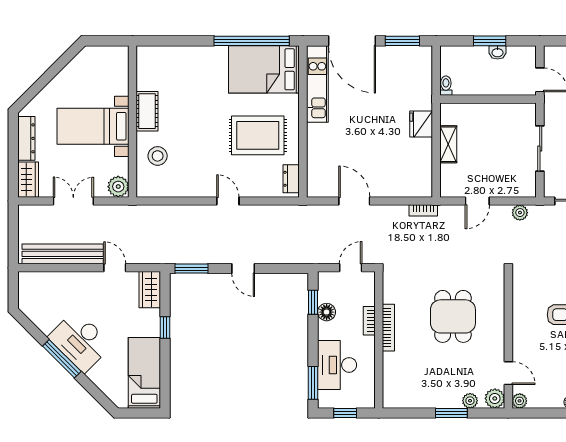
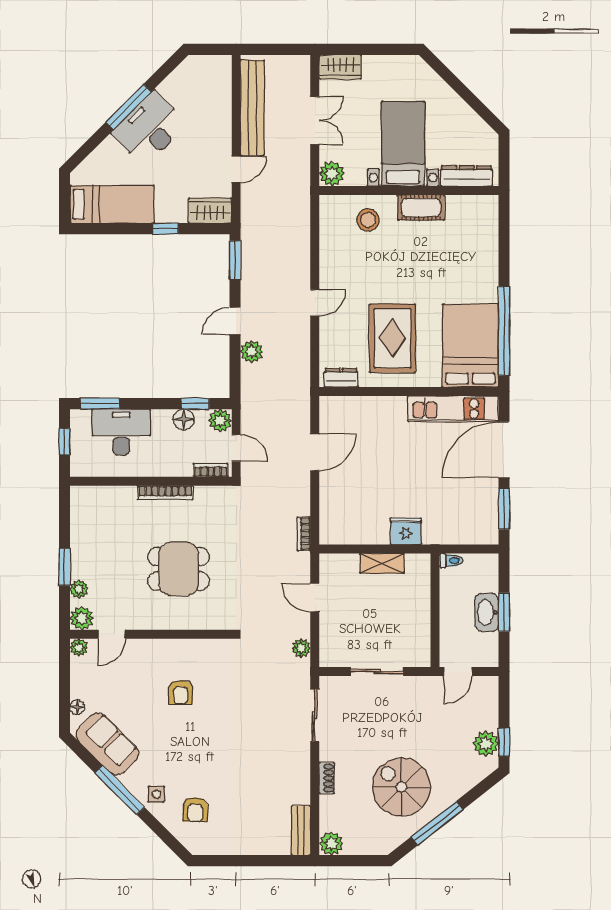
washbasin: (498, 52) -> (487, 612), width x1.91, depth x1.45
dresser: (26, 138) -> (467, 176), moved, turned 180
plant: (269, 254) -> (252, 352), added
plant: (327, 281) -> (220, 421), added
bookcase: (369, 321) -> (211, 470), moved

